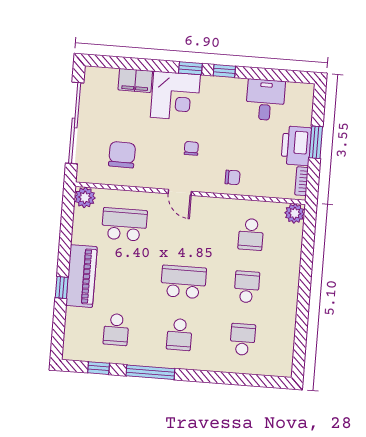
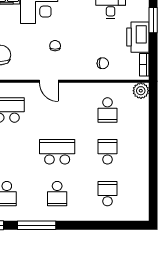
window: (316, 142) -> (153, 20), moved
chair: (233, 177) -> (103, 63), moved

